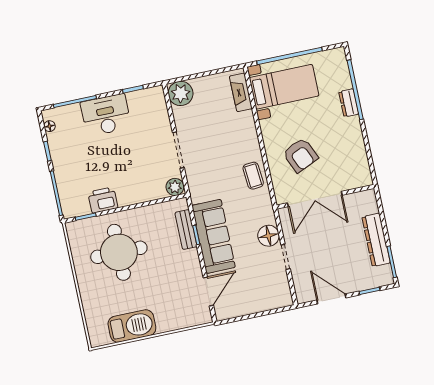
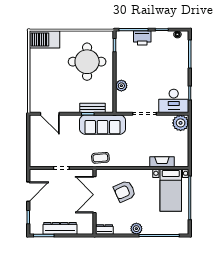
fireplace: (241, 92) -> (162, 162), moved
dresser: (349, 103) -> (104, 229), moved
desk: (106, 115) -> (174, 101), moved, turned 90
plant: (352, 126) -> (136, 229), added
coffee table: (253, 176) -> (100, 158), moved
plant: (175, 187) -> (121, 86), moved
printer: (103, 200) -> (142, 38), moved, turned 90
sofa: (214, 236) -> (102, 125), moved
floor lamp: (268, 236) -> (77, 160), removed
barbecue: (132, 326) -> (44, 39), moved, turned 90

